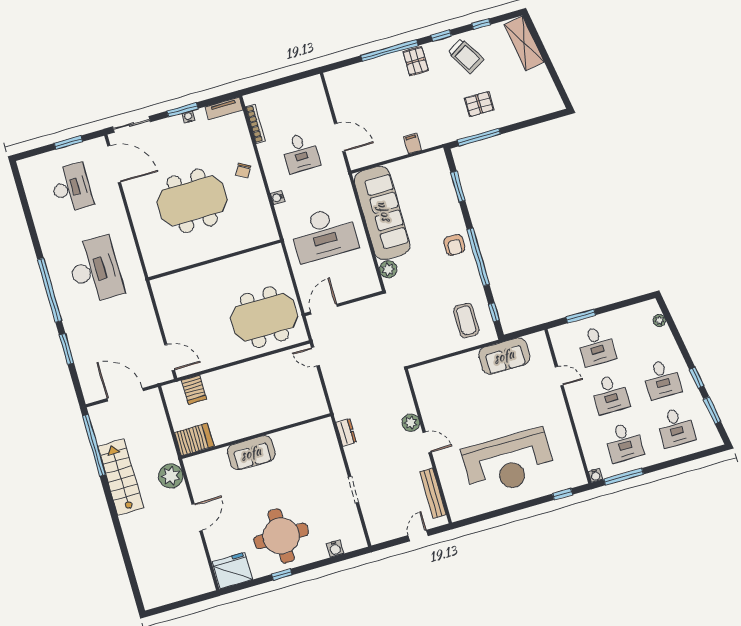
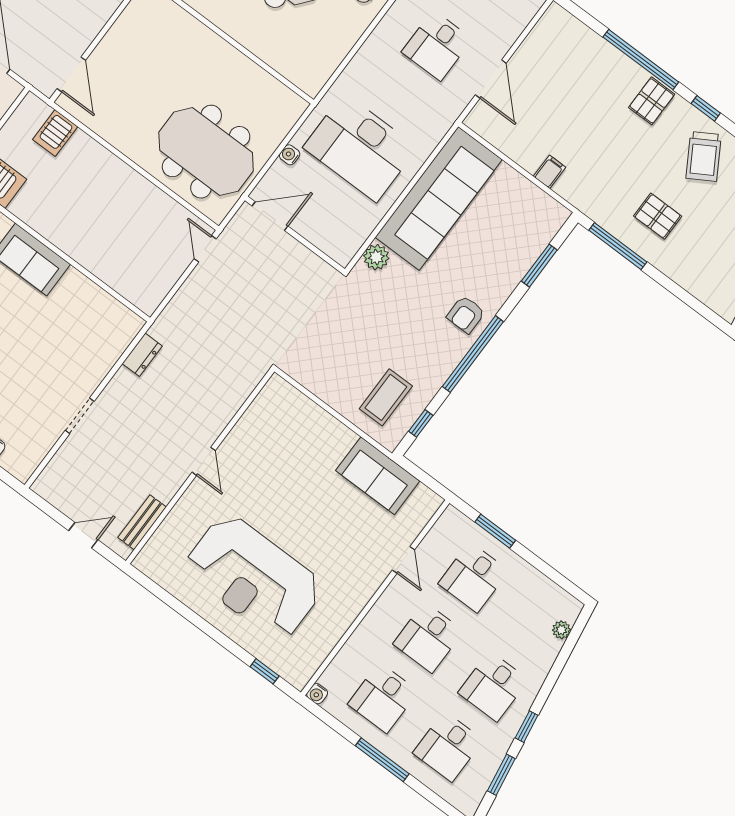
water cooler: (277, 198) -> (290, 155), moved
plant: (411, 423) -> (212, 424), removed
window: (624, 477) -> (382, 760), moved
bench: (433, 493) -> (142, 522), width x0.73

